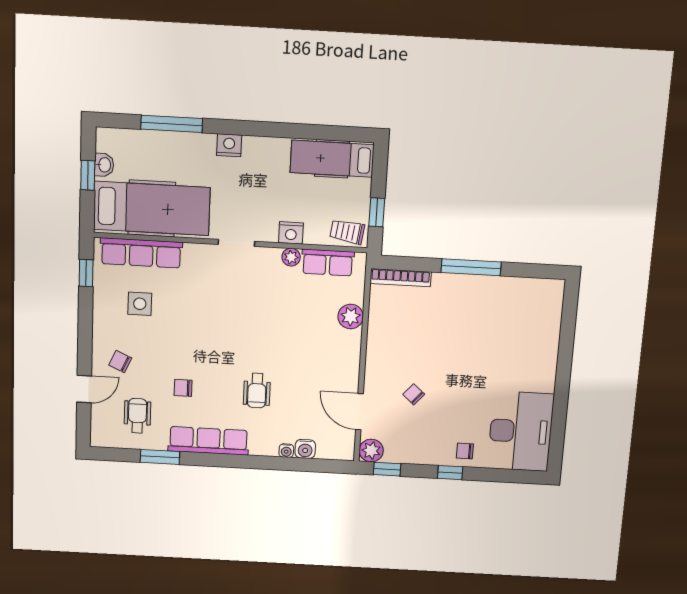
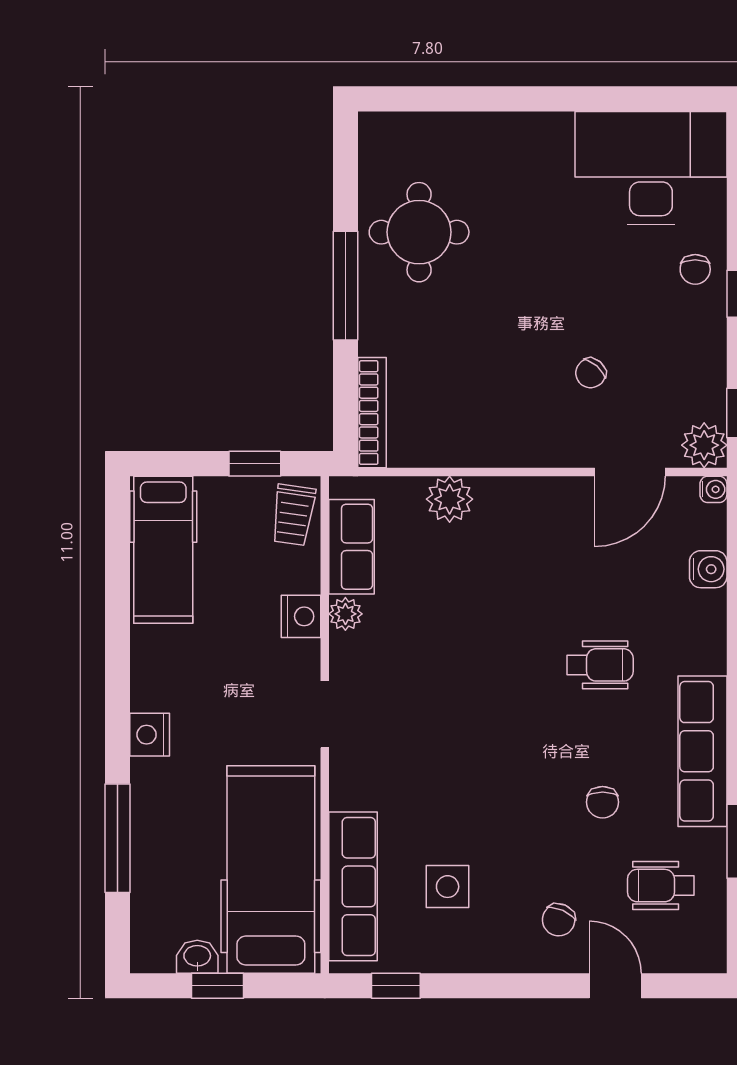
round table: (497, 308) -> (419, 232), added
water cooler: (286, 451) -> (713, 489), moved

